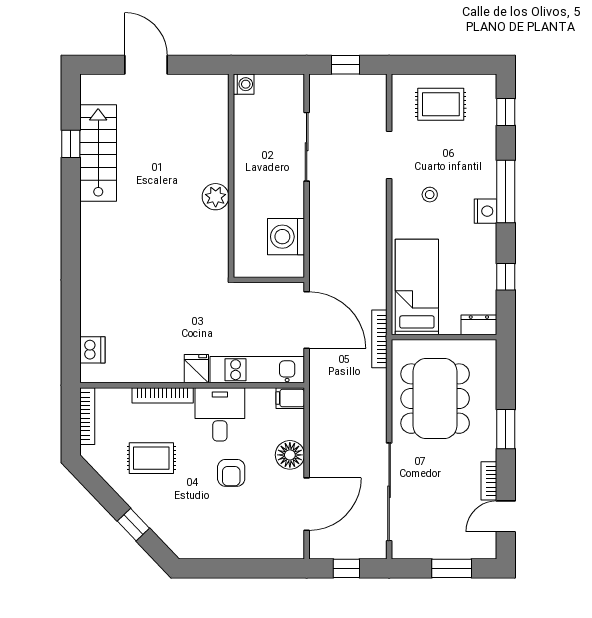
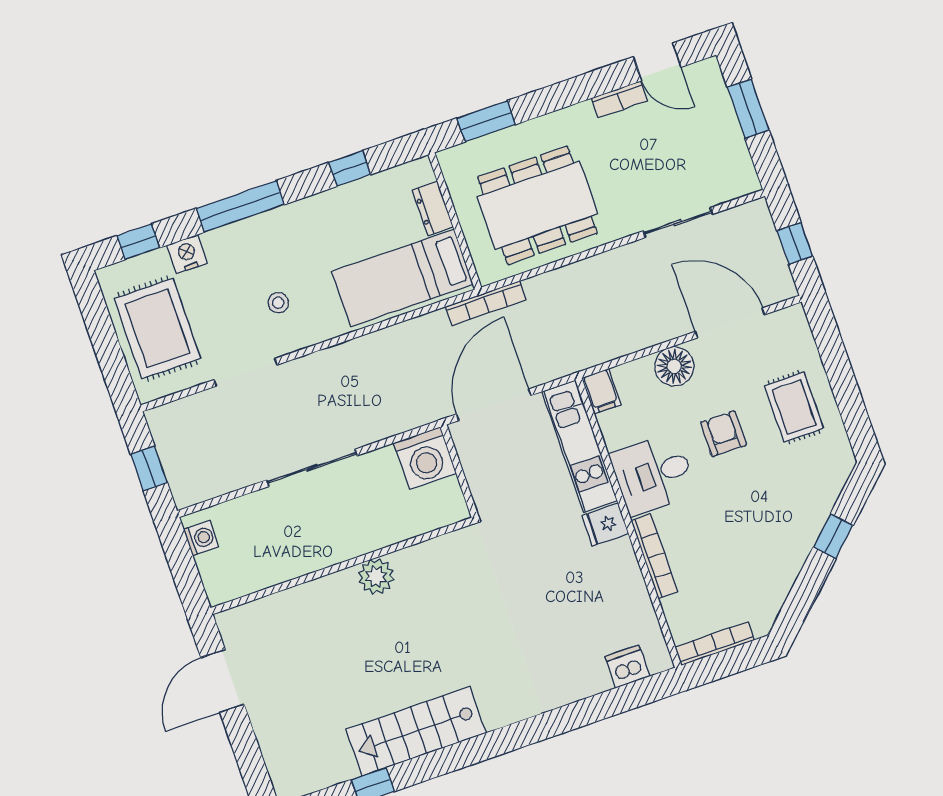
door: (146, 65) -> (223, 681), moved
washing machine: (244, 84) -> (201, 538), moved, turned 90
rug: (441, 104) -> (157, 328), width x1.36, depth x1.43
sliding door: (307, 147) -> (312, 468), moved
stairs: (98, 153) -> (416, 731), moved
nightstand: (485, 211) -> (187, 254), moved
washing machine: (286, 237) -> (425, 458), moved
dresser: (479, 325) -> (433, 208), moved
window: (506, 429) -> (486, 121), moved
rug: (151, 458) -> (794, 407), moved
armchair: (231, 473) -> (723, 434), turned -90
sliding door: (389, 492) -> (678, 223), width x0.54

